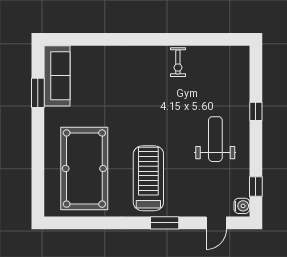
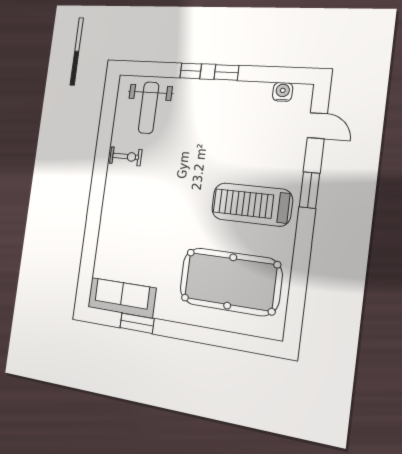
weight bench: (215, 139) -> (149, 108), moved, turned -90
window: (256, 187) -> (226, 72), moved
water cooler: (242, 206) -> (283, 92), moved

